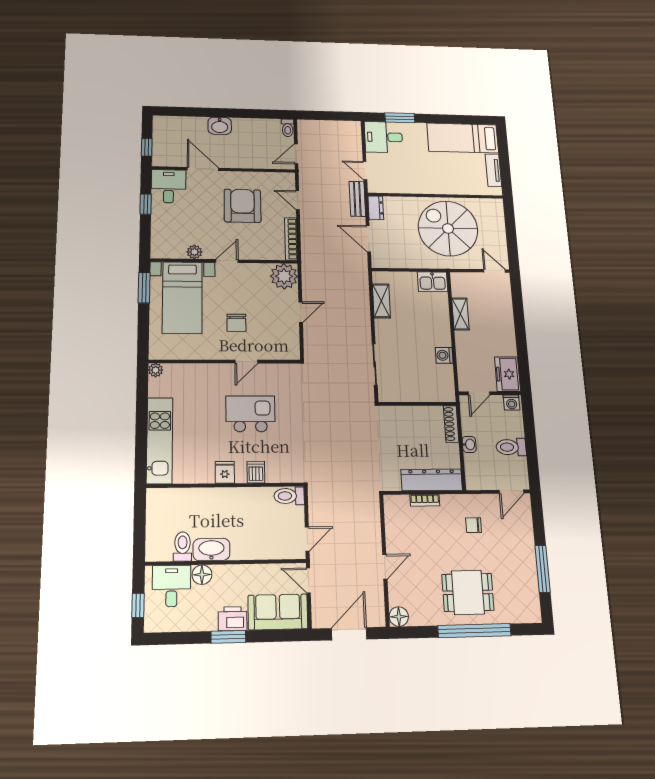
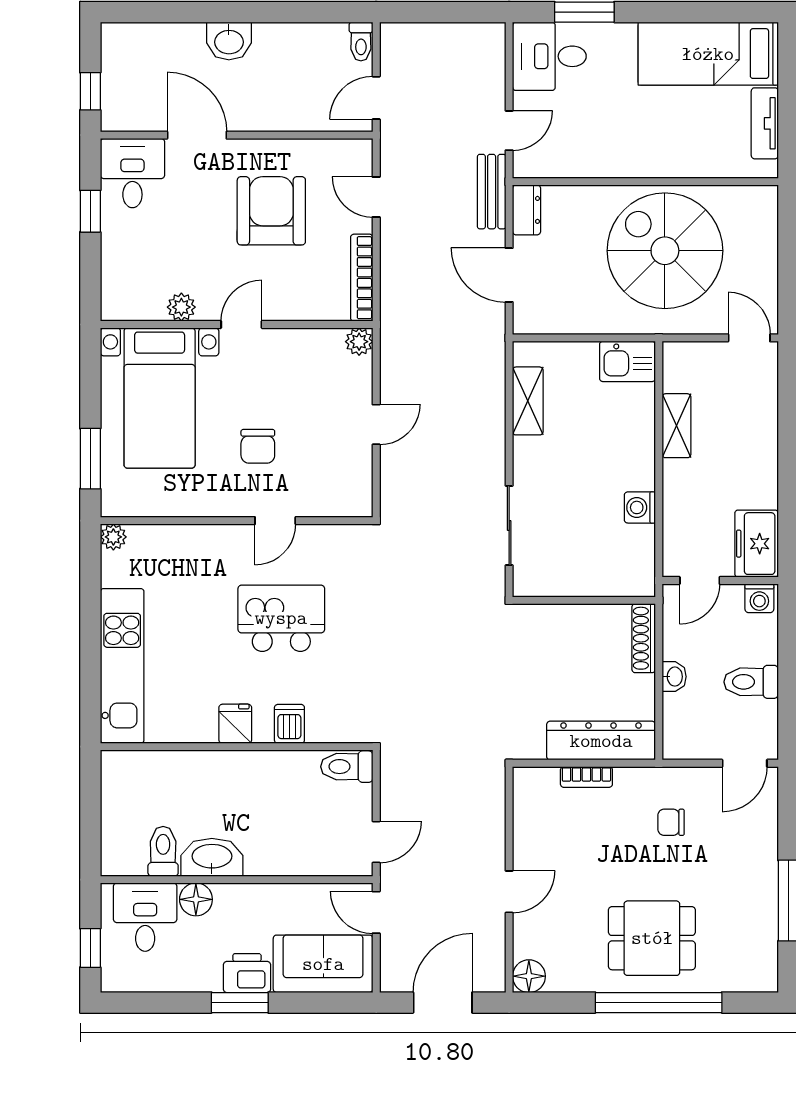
door: (365, 171) -> (509, 131), swing flipped
plant: (284, 276) -> (359, 342), width x0.53, depth x0.53
window: (144, 288) -> (90, 459), moved

